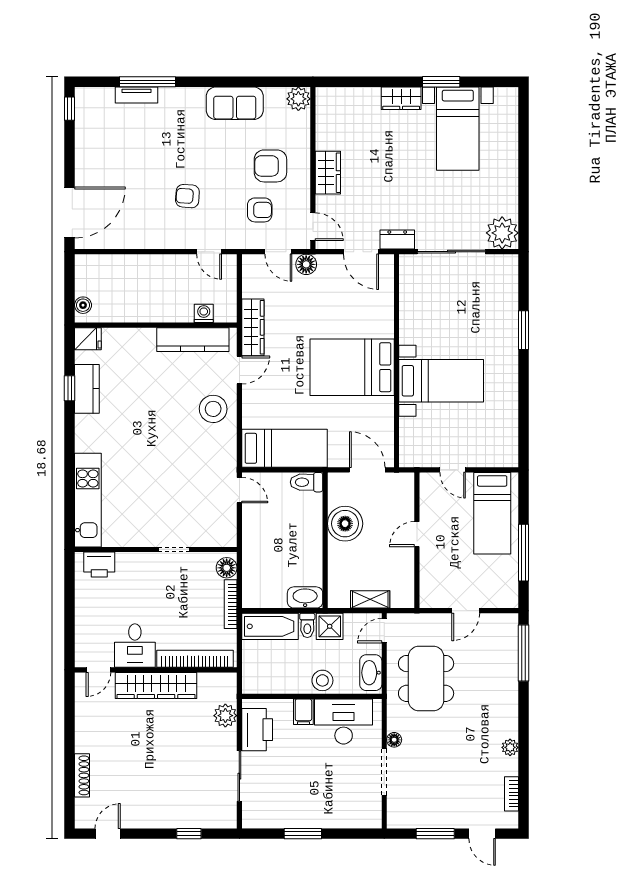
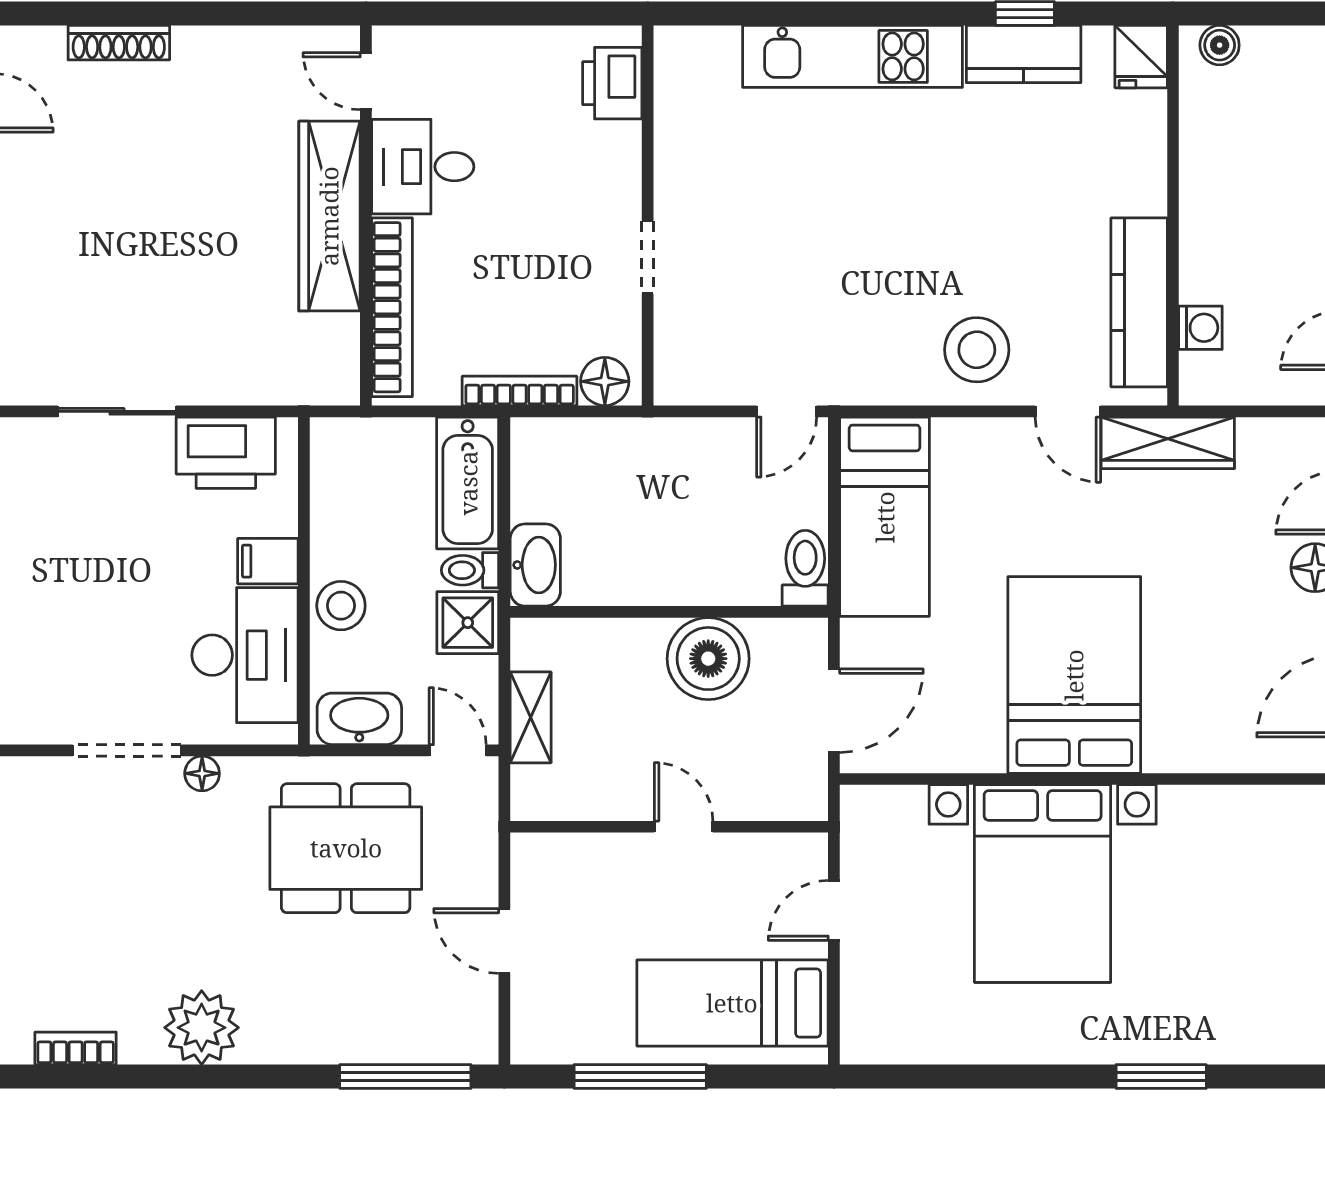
bed with nightstands: (441, 381) -> (1043, 883), width x1.36
kitchen unit: (88, 500) -> (853, 56), moved
plant: (225, 716) -> (259, 378), removed
plant: (510, 747) -> (202, 1028), width x1.87, depth x1.87

